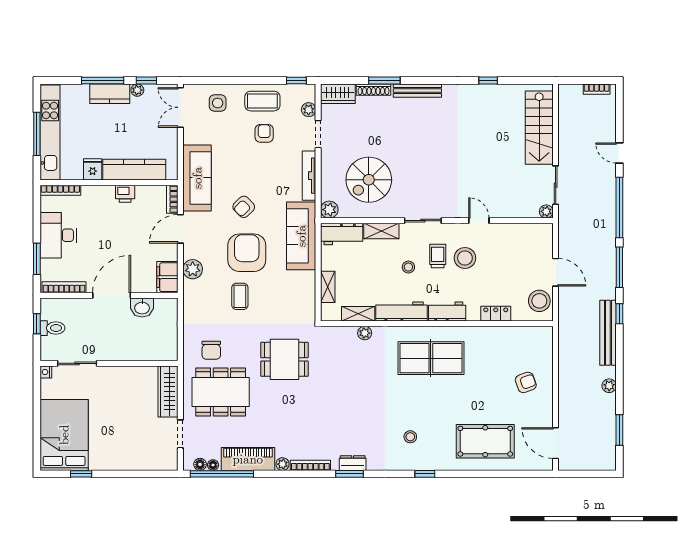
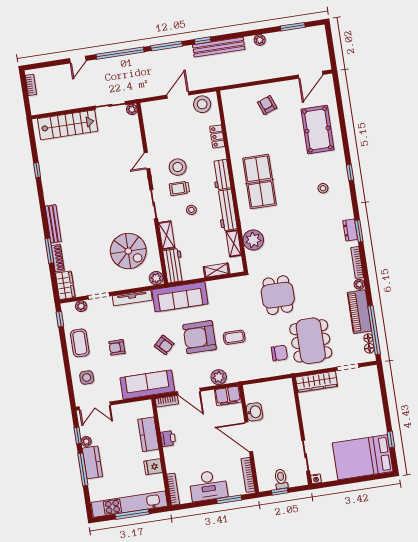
armchair: (264, 133) -> (117, 347), moved
kitchen counter: (134, 170) -> (148, 434), width x0.67
plant: (365, 333) -> (253, 240), width x1.87, depth x1.87

